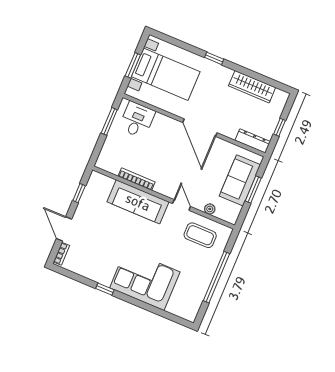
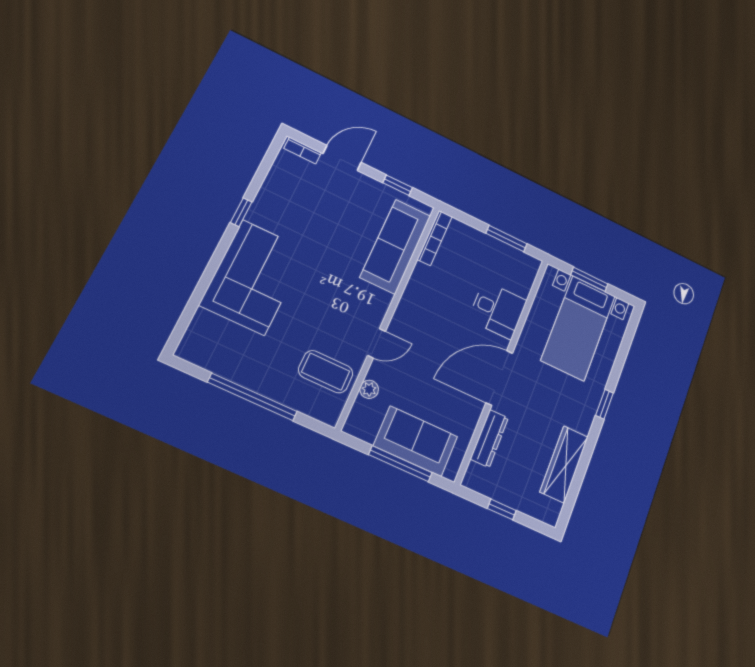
desk: (137, 120) -> (498, 310), moved
dresser: (253, 141) -> (489, 438), moved
bookcase: (137, 179) -> (435, 238), moved
window: (253, 189) -> (400, 464), width x1.44
sofa: (138, 202) -> (395, 246), moved
coffee table: (200, 235) -> (326, 372), turned 90

